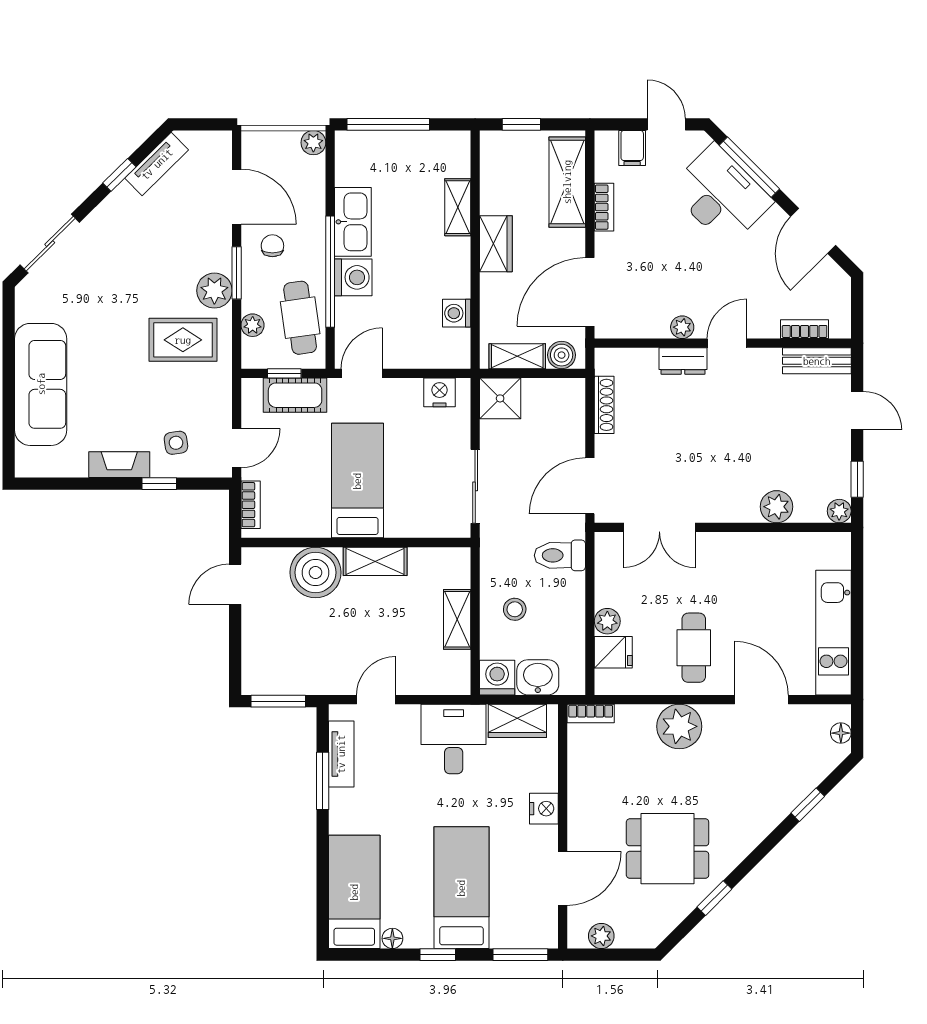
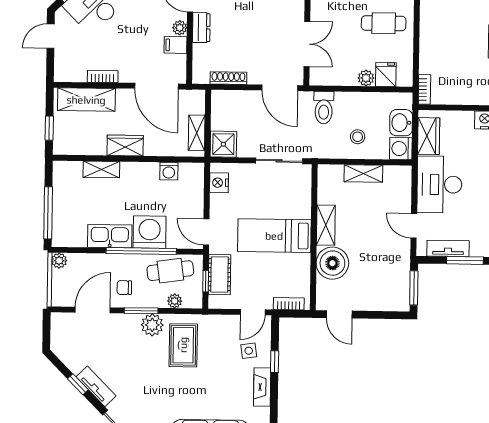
filing cabinet: (632, 148) -> (176, 45), moved, turned 180
tv unit: (157, 164) -> (96, 386), moved
washing machine: (353, 277) -> (150, 232), width x1.37, depth x1.37
boiler: (562, 355) -> (196, 105), removed
door: (237, 448) -> (253, 312), swing flipped
plant: (679, 726) -> (434, 33), removed
desk: (454, 739) -> (439, 184), width x1.37

